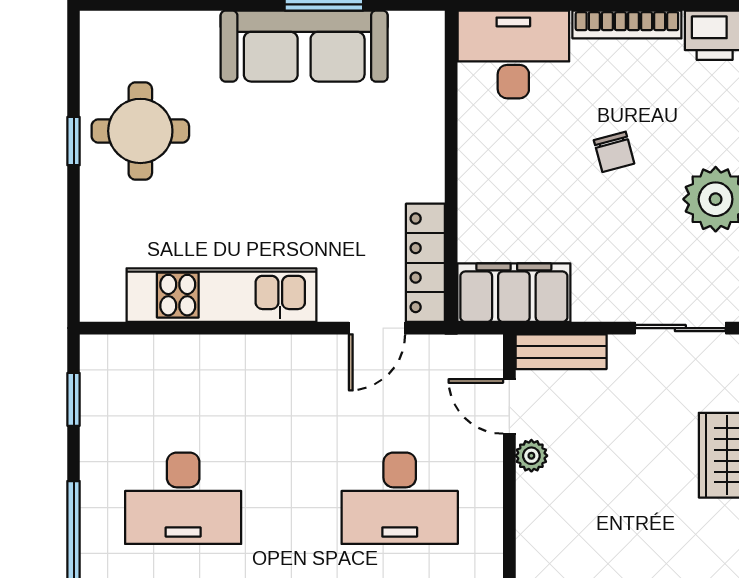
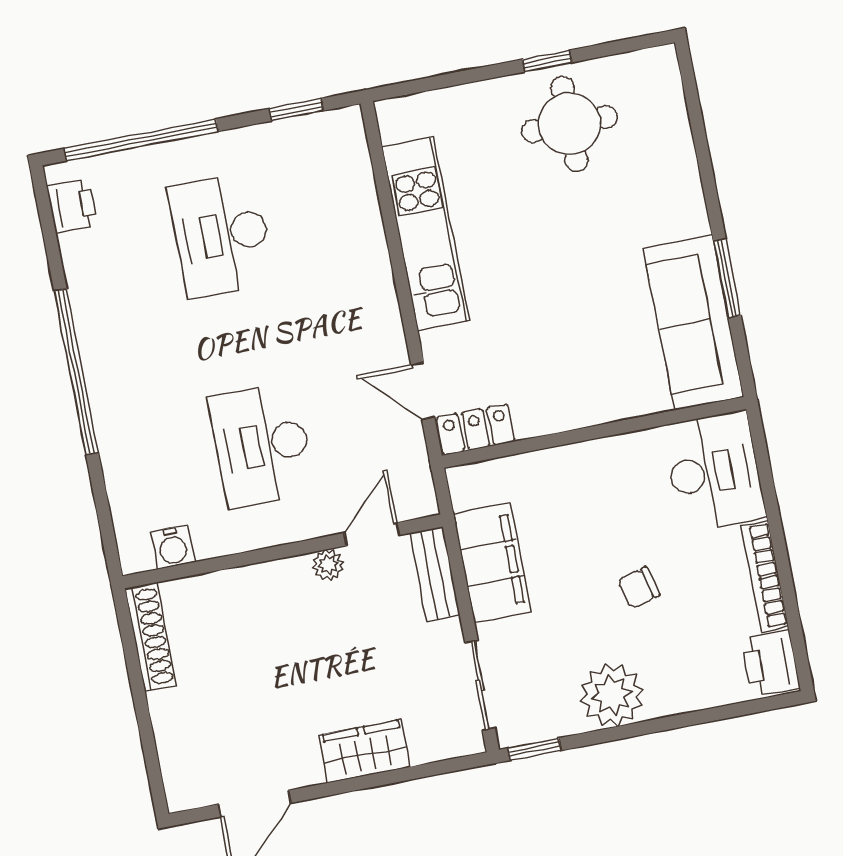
sofa: (304, 46) -> (694, 323), moved
locker: (425, 263) -> (476, 429), width x0.66
filing cabinet: (514, 293) -> (492, 563), moved

